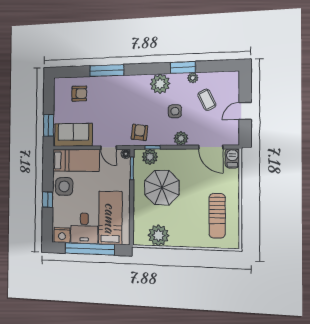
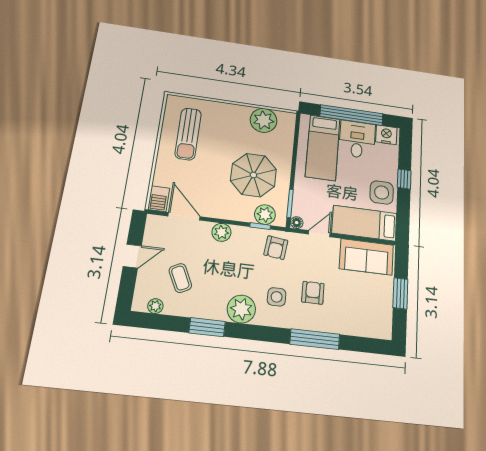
plant: (193, 78) -> (155, 306), moved
armchair: (79, 94) -> (313, 293), moved, turned 90
side table: (175, 111) -> (277, 297), moved
window: (49, 125) -> (400, 293), moved
door: (109, 148) -> (319, 234), hinge flipped
sun lounger: (217, 216) -> (188, 134), turned 180

